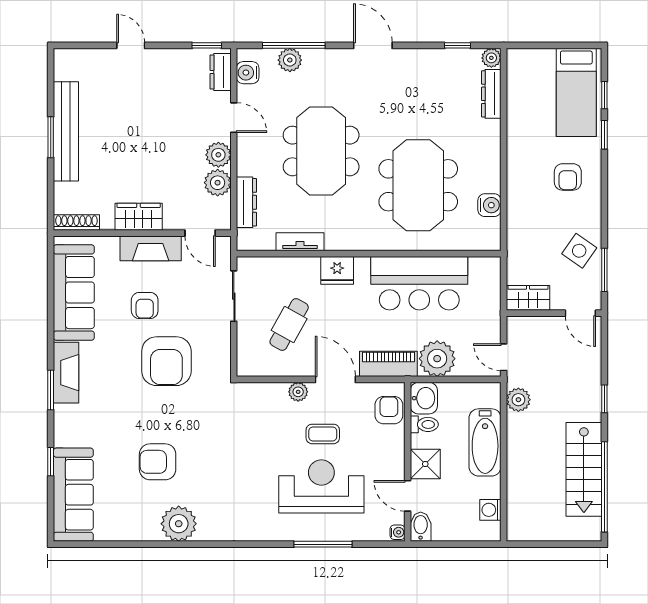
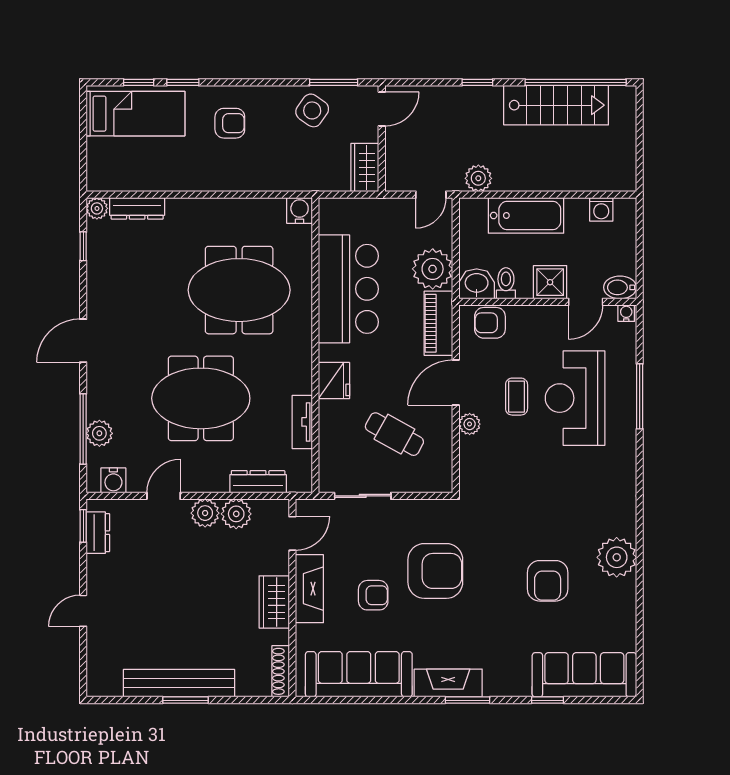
dresser: (221, 72) -> (98, 533), moved, turned -90
water cooler: (489, 205) -> (300, 211), moved

